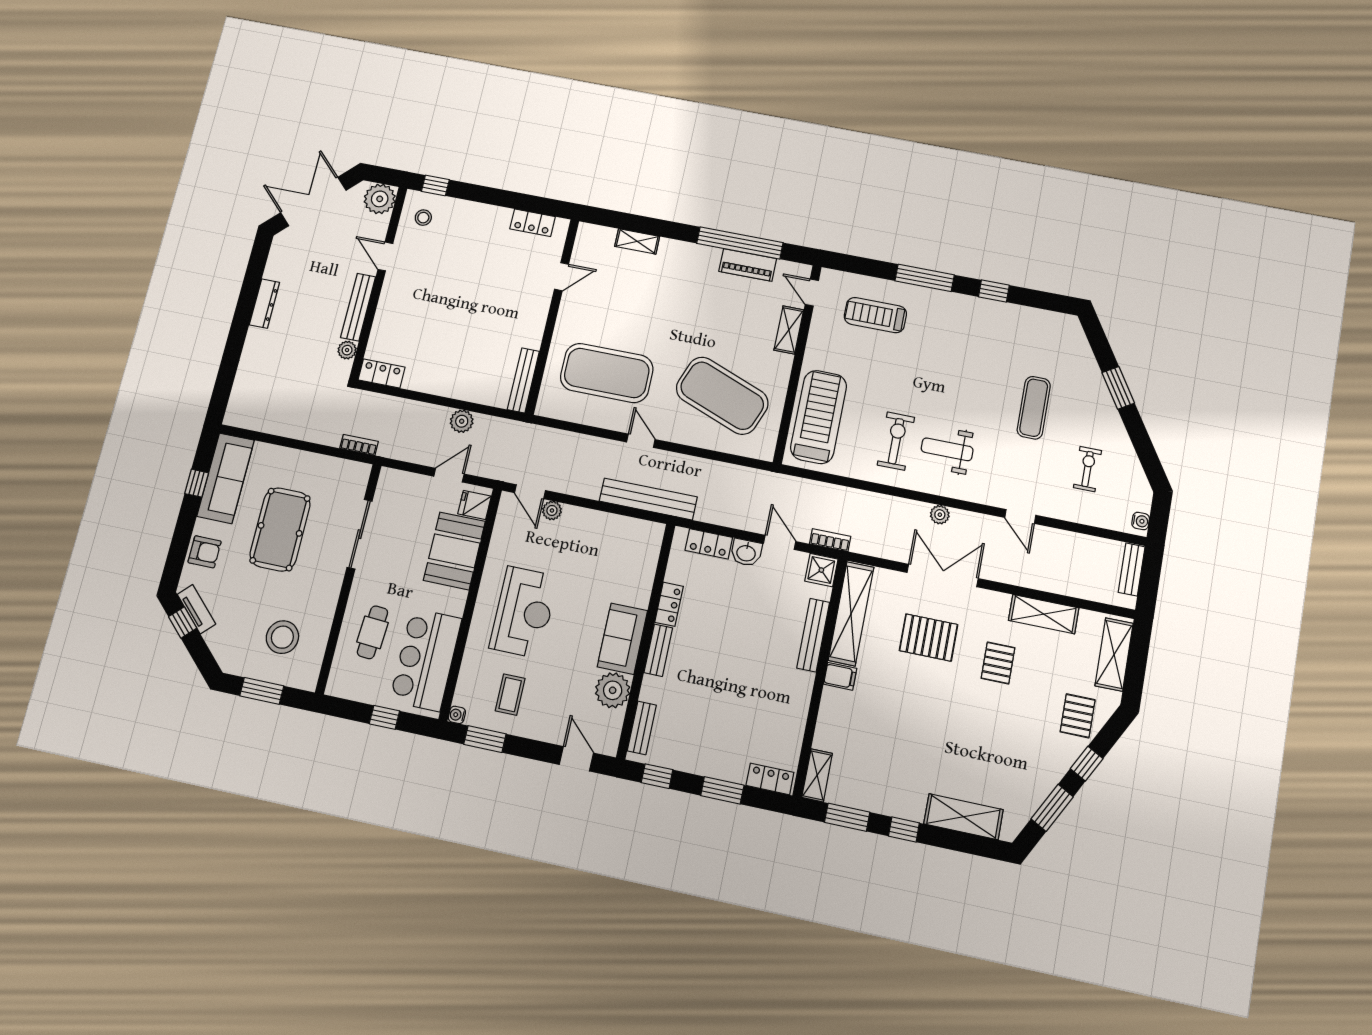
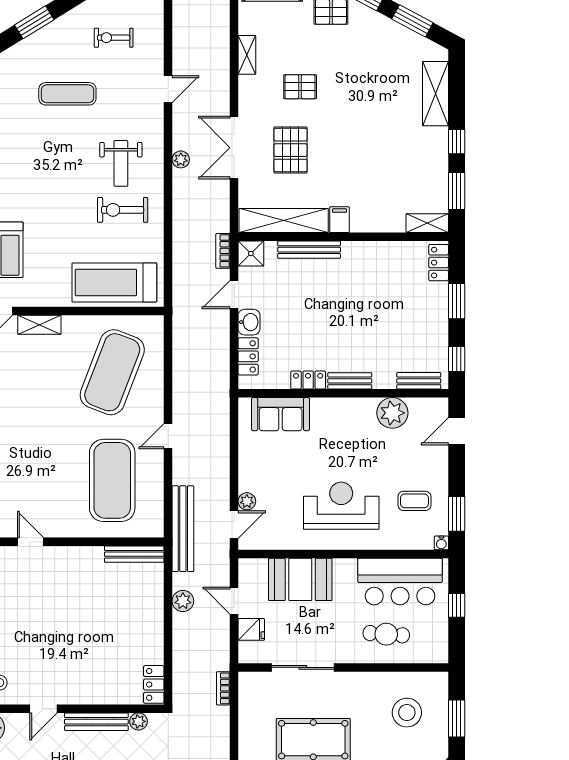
bench: (648, 499) -> (183, 529), moved
fridge: (475, 505) -> (251, 629), moved, turned -90
shelving: (1044, 614) -> (247, 55), width x0.67, depth x0.75
sofa: (622, 639) -> (281, 414), moved

